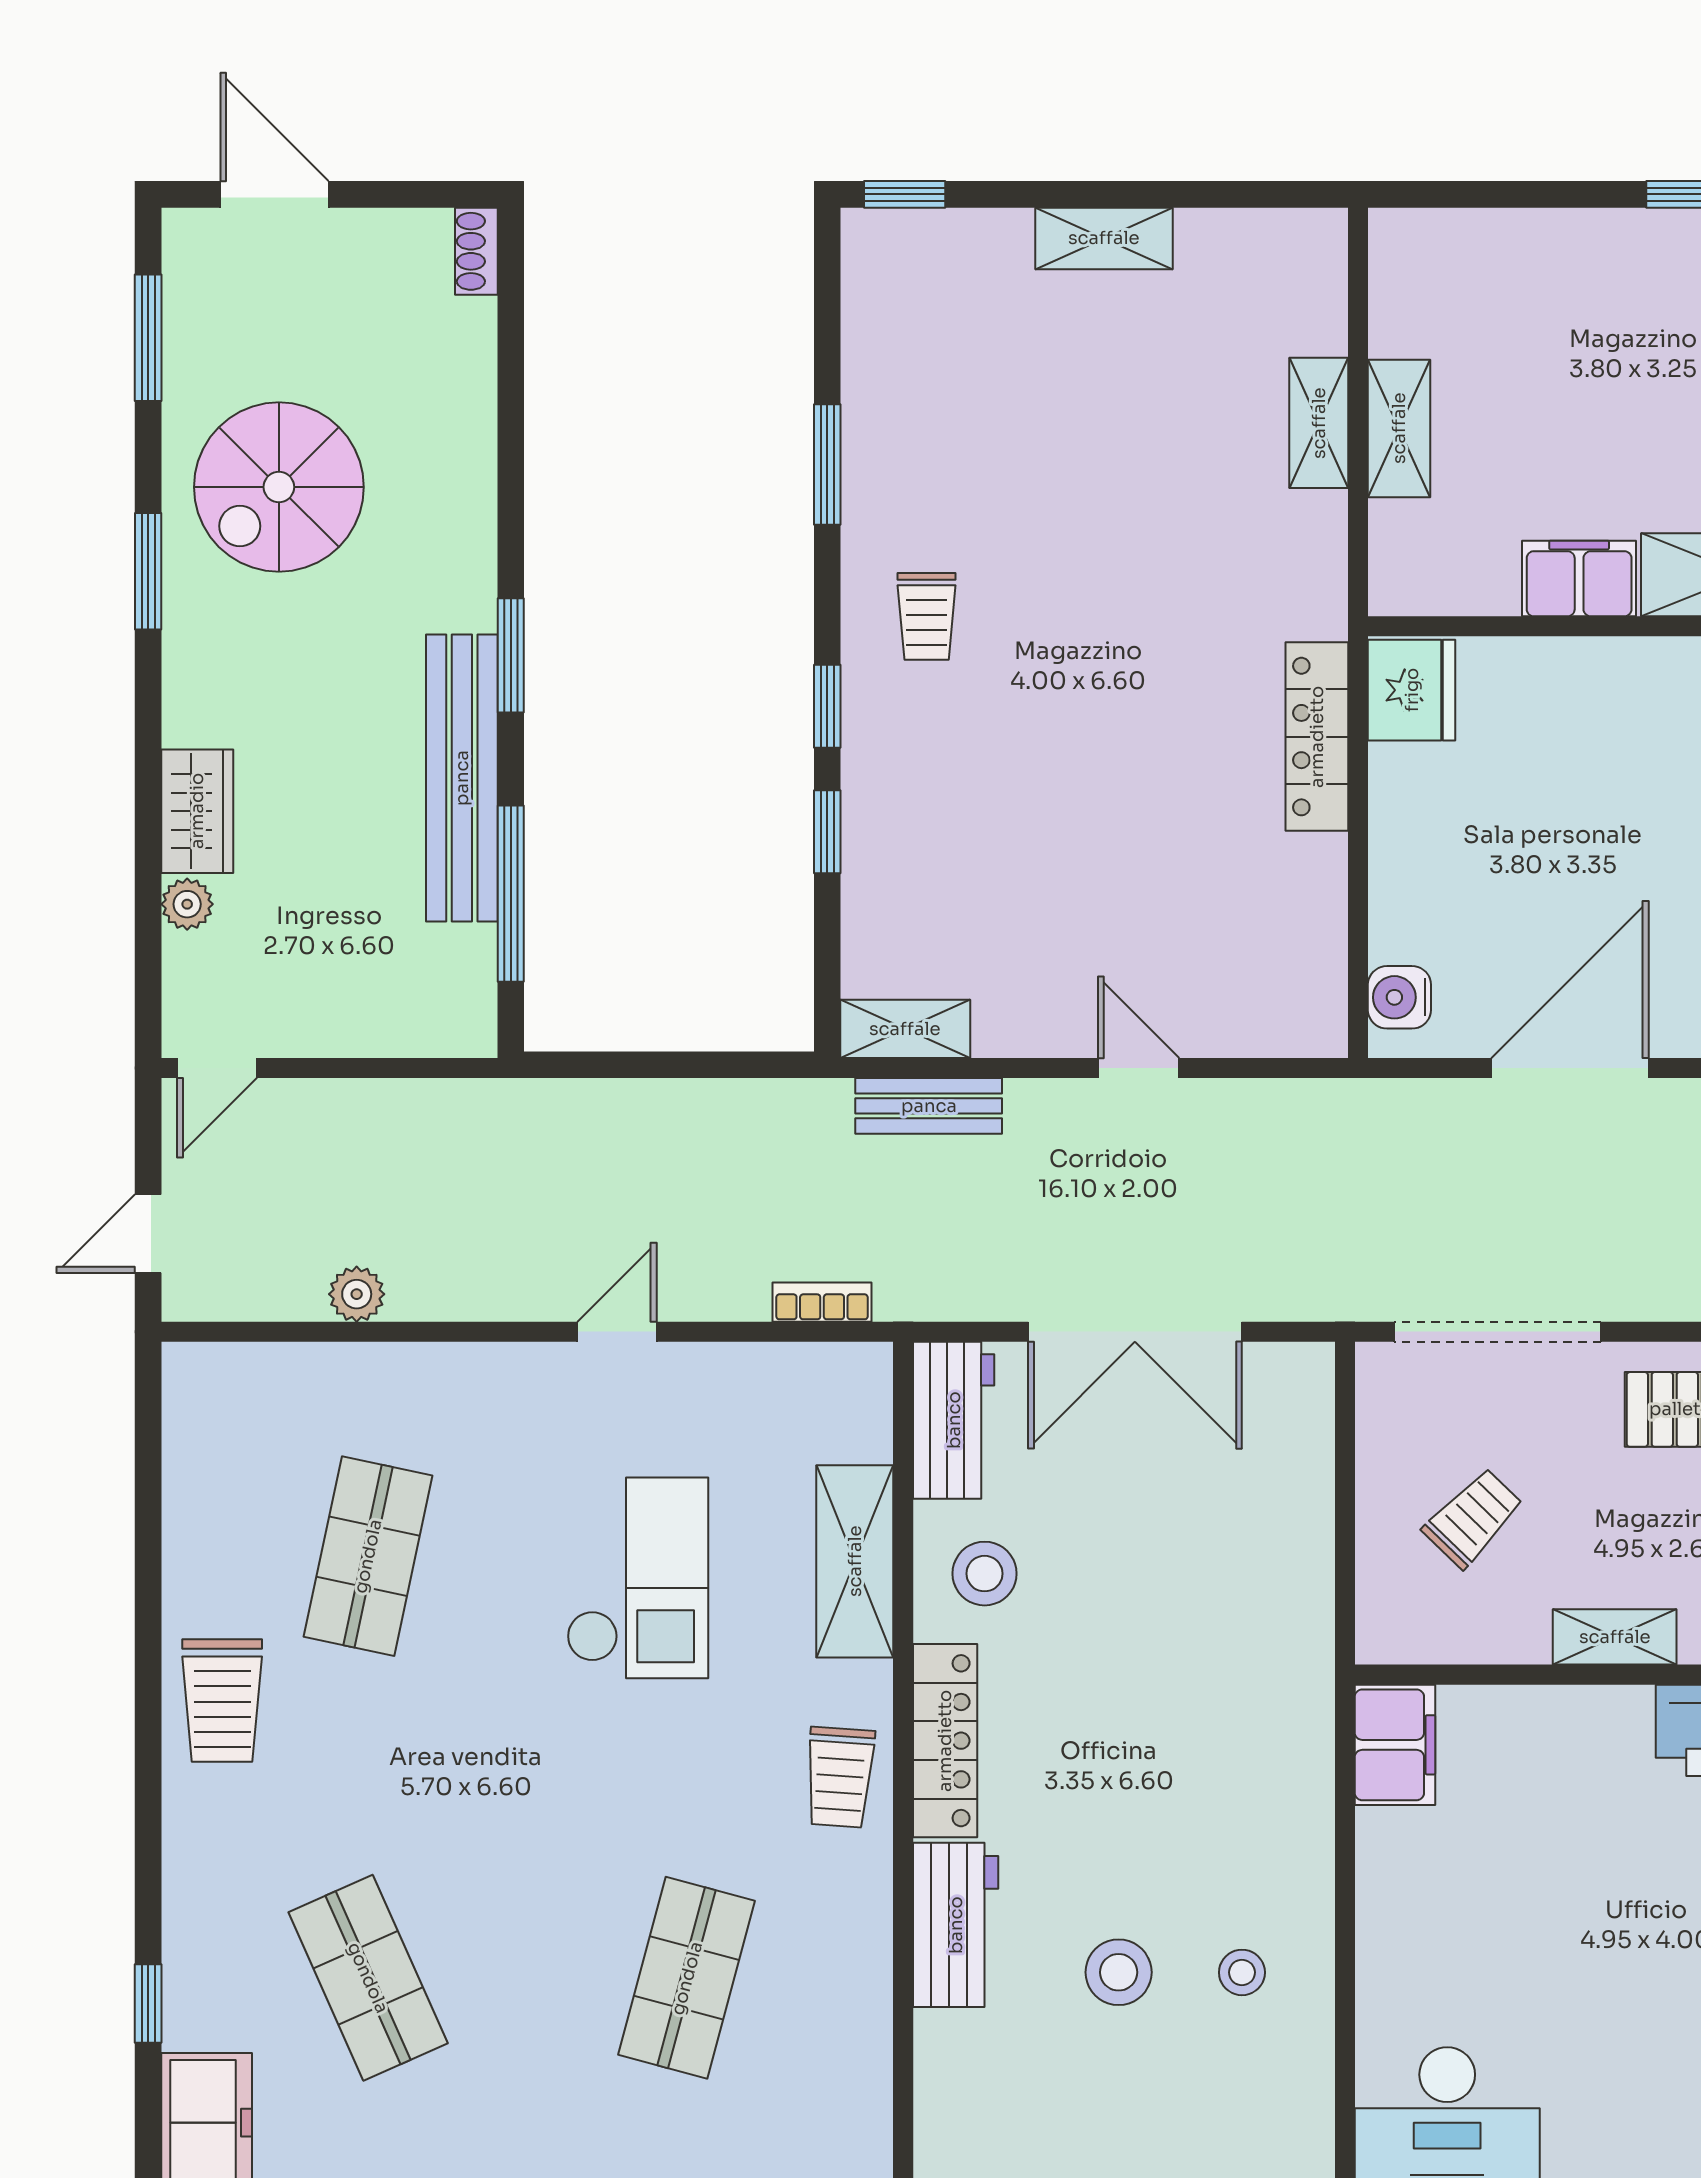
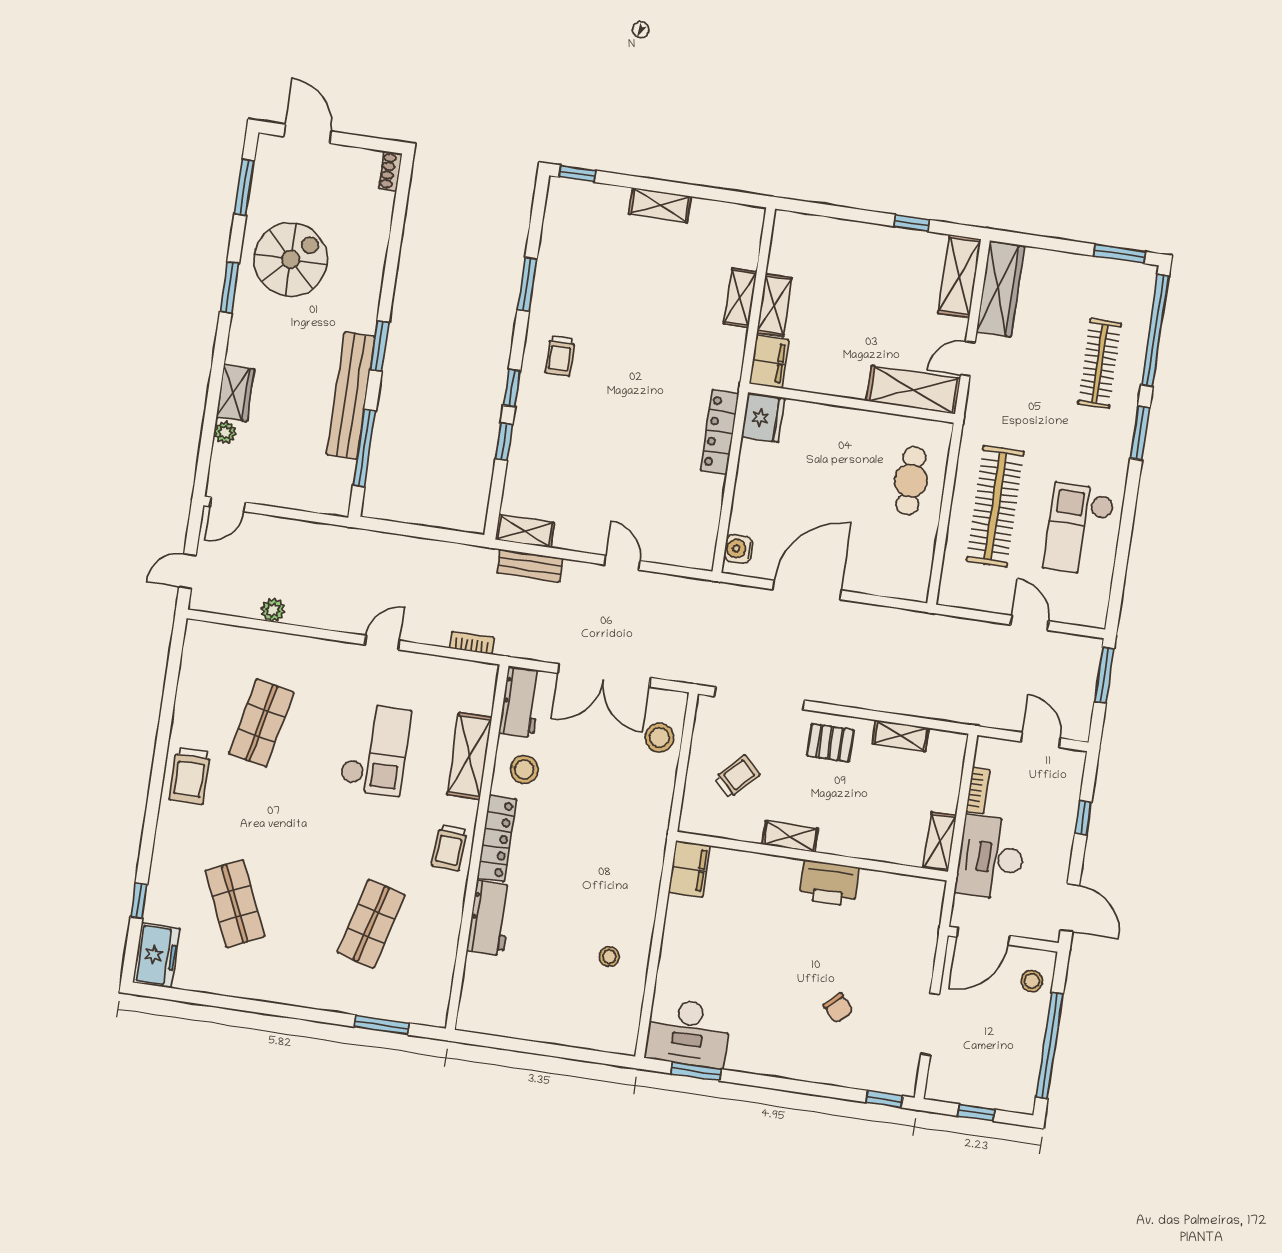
spiral stairs: (279, 487) -> (291, 259), turned 180
filing cabinet: (1579, 578) -> (769, 362), moved, turned 90
stool: (1119, 1972) -> (659, 738), moved

